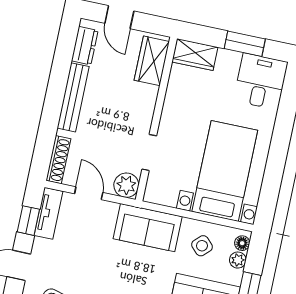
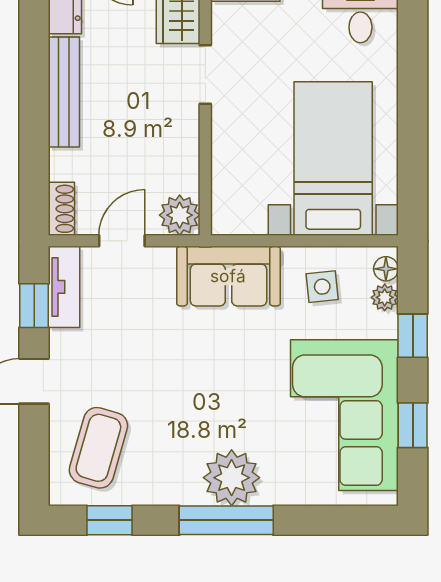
doorway: (149, 152) -> (205, 74), moved
shoe rack: (58, 160) -> (61, 209), width x0.70
door: (89, 193) -> (122, 241), hinge flipped
side table: (202, 246) -> (322, 287), turned 38

